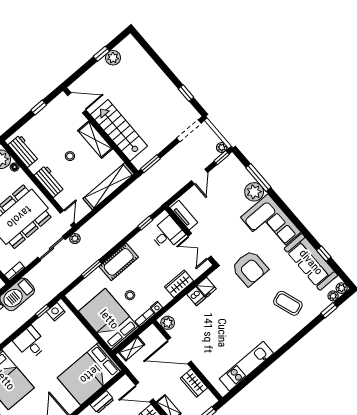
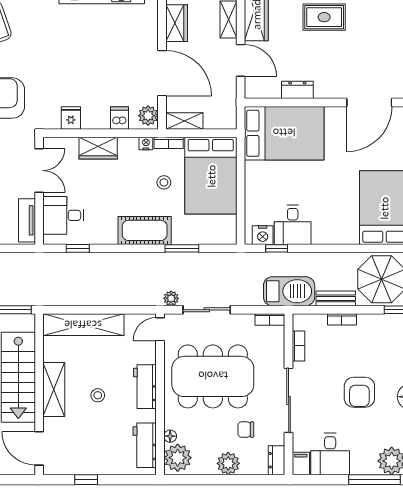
dishwasher: (196, 296) -> (120, 118), moved
desk: (30, 343) -> (293, 225), moved
shelving: (132, 349) -> (184, 121), moved

